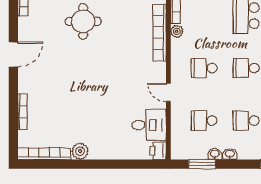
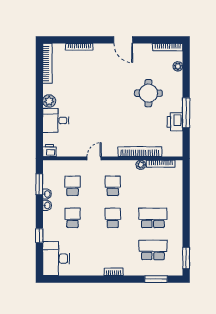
desk: (149, 125) -> (56, 120), moved, turned 90
plant: (80, 151) -> (49, 101), moved

